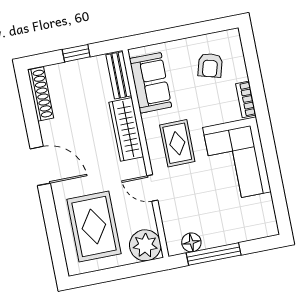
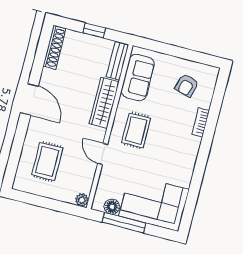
corner sofa: (237, 160) -> (154, 203), moved, turned 90
rug: (94, 226) -> (47, 162), width x0.73, depth x0.70
plant: (145, 245) -> (82, 200), width x0.53, depth x0.53

